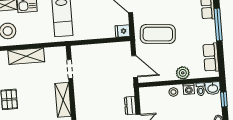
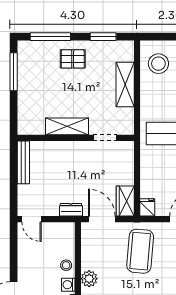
wardrobe: (119, 49) -> (125, 201), added
door: (135, 67) -> (102, 219), swing flipped
dresser: (130, 106) -> (71, 210), moved

